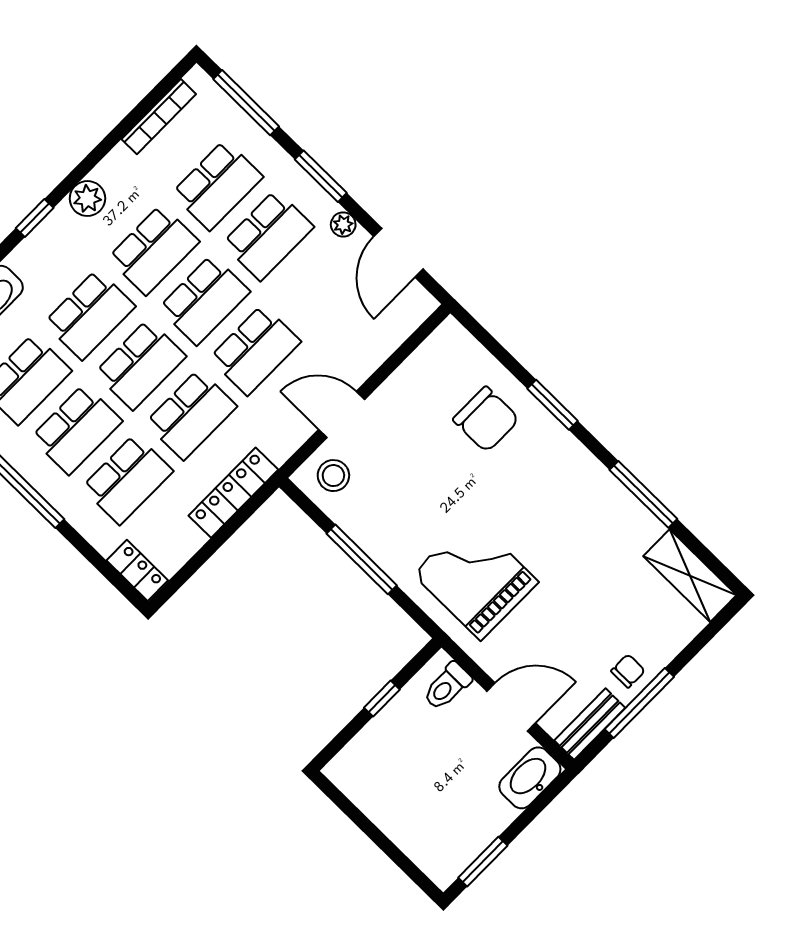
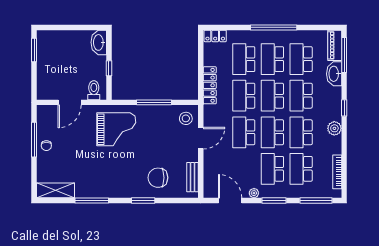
bench: (590, 724) -> (192, 177), moved
washbasin: (530, 778) -> (99, 42), moved, turned 180

